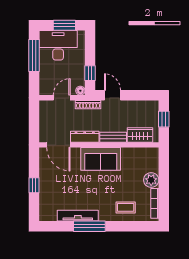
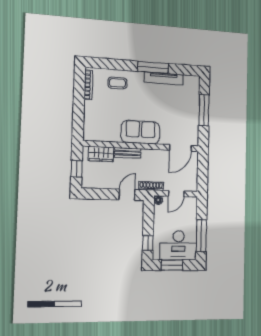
window: (90, 73) -> (148, 243), moved
door: (113, 95) -> (127, 195), swing flipped
dresser: (85, 137) -> (155, 155), removed
door: (58, 145) -> (180, 148), swing flipped
plant: (151, 180) -> (91, 108), removed
window: (34, 185) -> (204, 110), width x2.17

